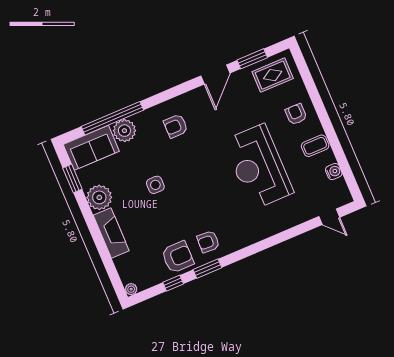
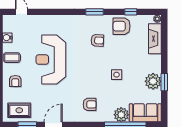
reception desk: (258, 167) -> (51, 60), turned 180
window: (72, 179) -> (164, 82), moved
fireplace: (111, 233) -> (155, 39), moved
armchair: (208, 242) -> (97, 40), moved
window: (207, 269) -> (95, 12), moved

